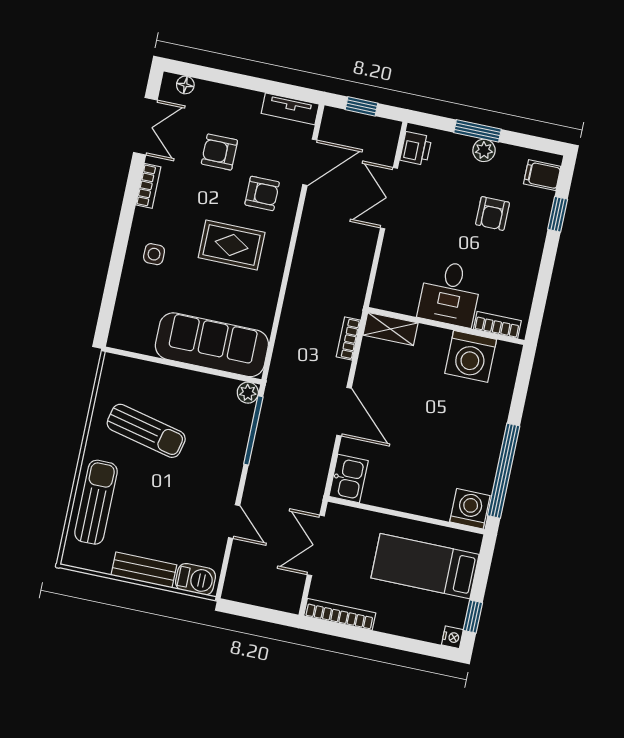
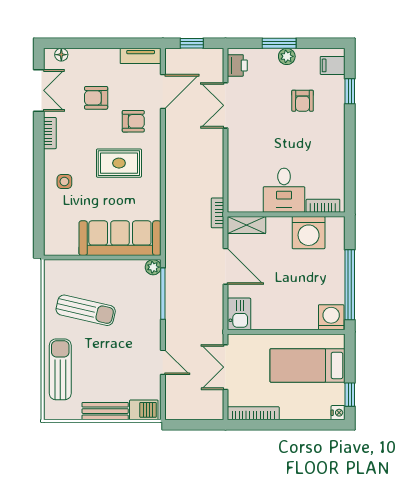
desk: (450, 293) -> (284, 190), moved
bookcase: (497, 325) -> (323, 206), moved
wall: (446, 326) -> (286, 214), moved
shelving: (391, 329) -> (246, 225), moved
washing machine: (471, 356) -> (309, 233), moved

